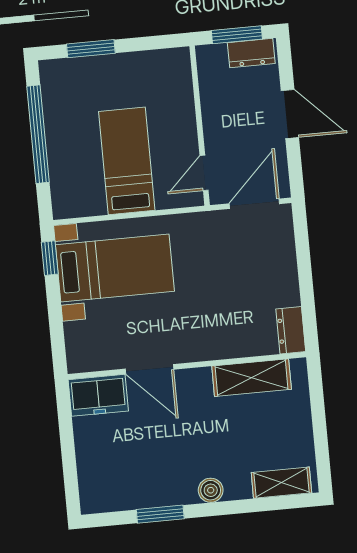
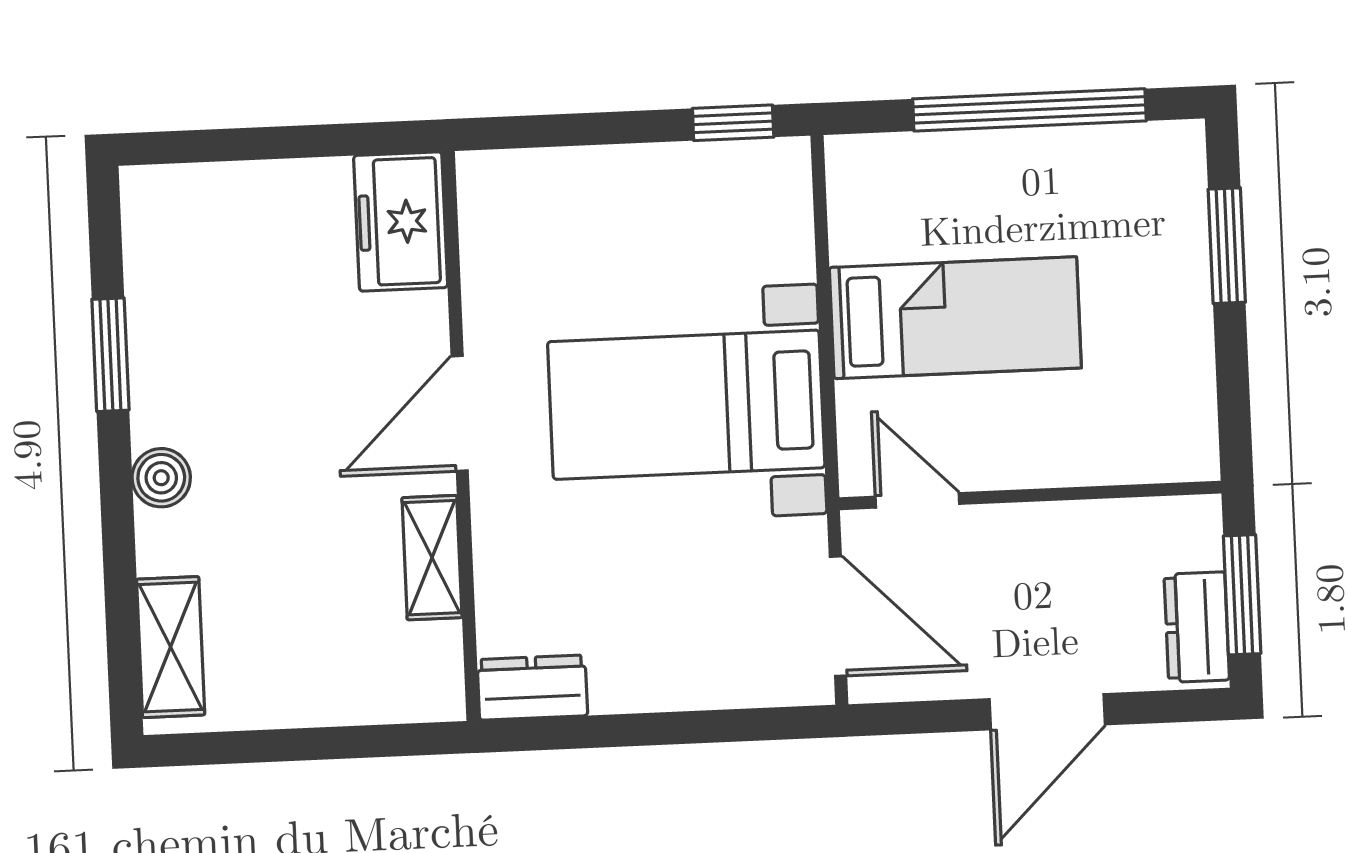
bed with nightstands: (115, 268) -> (686, 405), moved, turned 90
door: (149, 369) -> (460, 413), moved
shelving: (252, 378) -> (432, 558), width x0.67, depth x0.75

